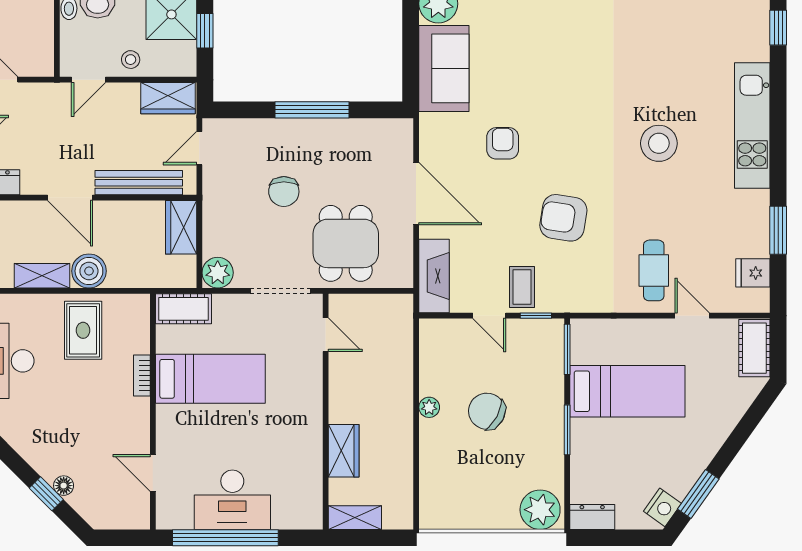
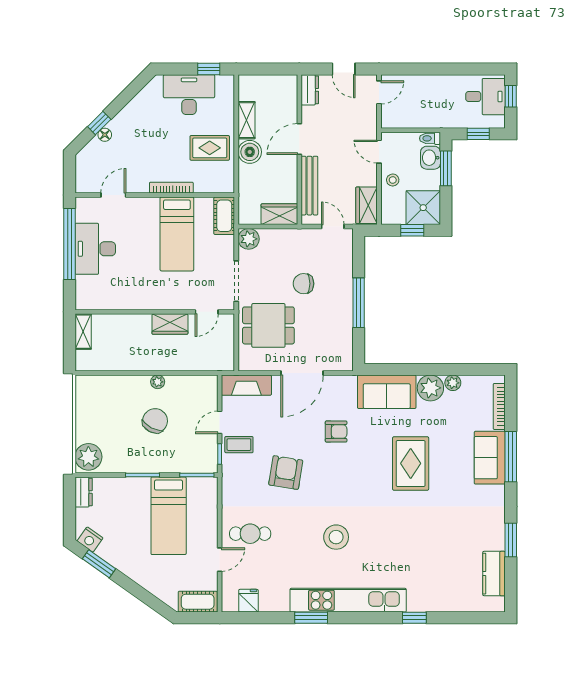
rug: (550, 33) -> (411, 463), added
kitchen unit: (752, 126) -> (348, 600), width x1.36
window: (778, 230) -> (311, 618), moved
bookcase: (142, 375) -> (171, 188), width x1.56
wardrobe: (344, 451) -> (170, 324), moved

